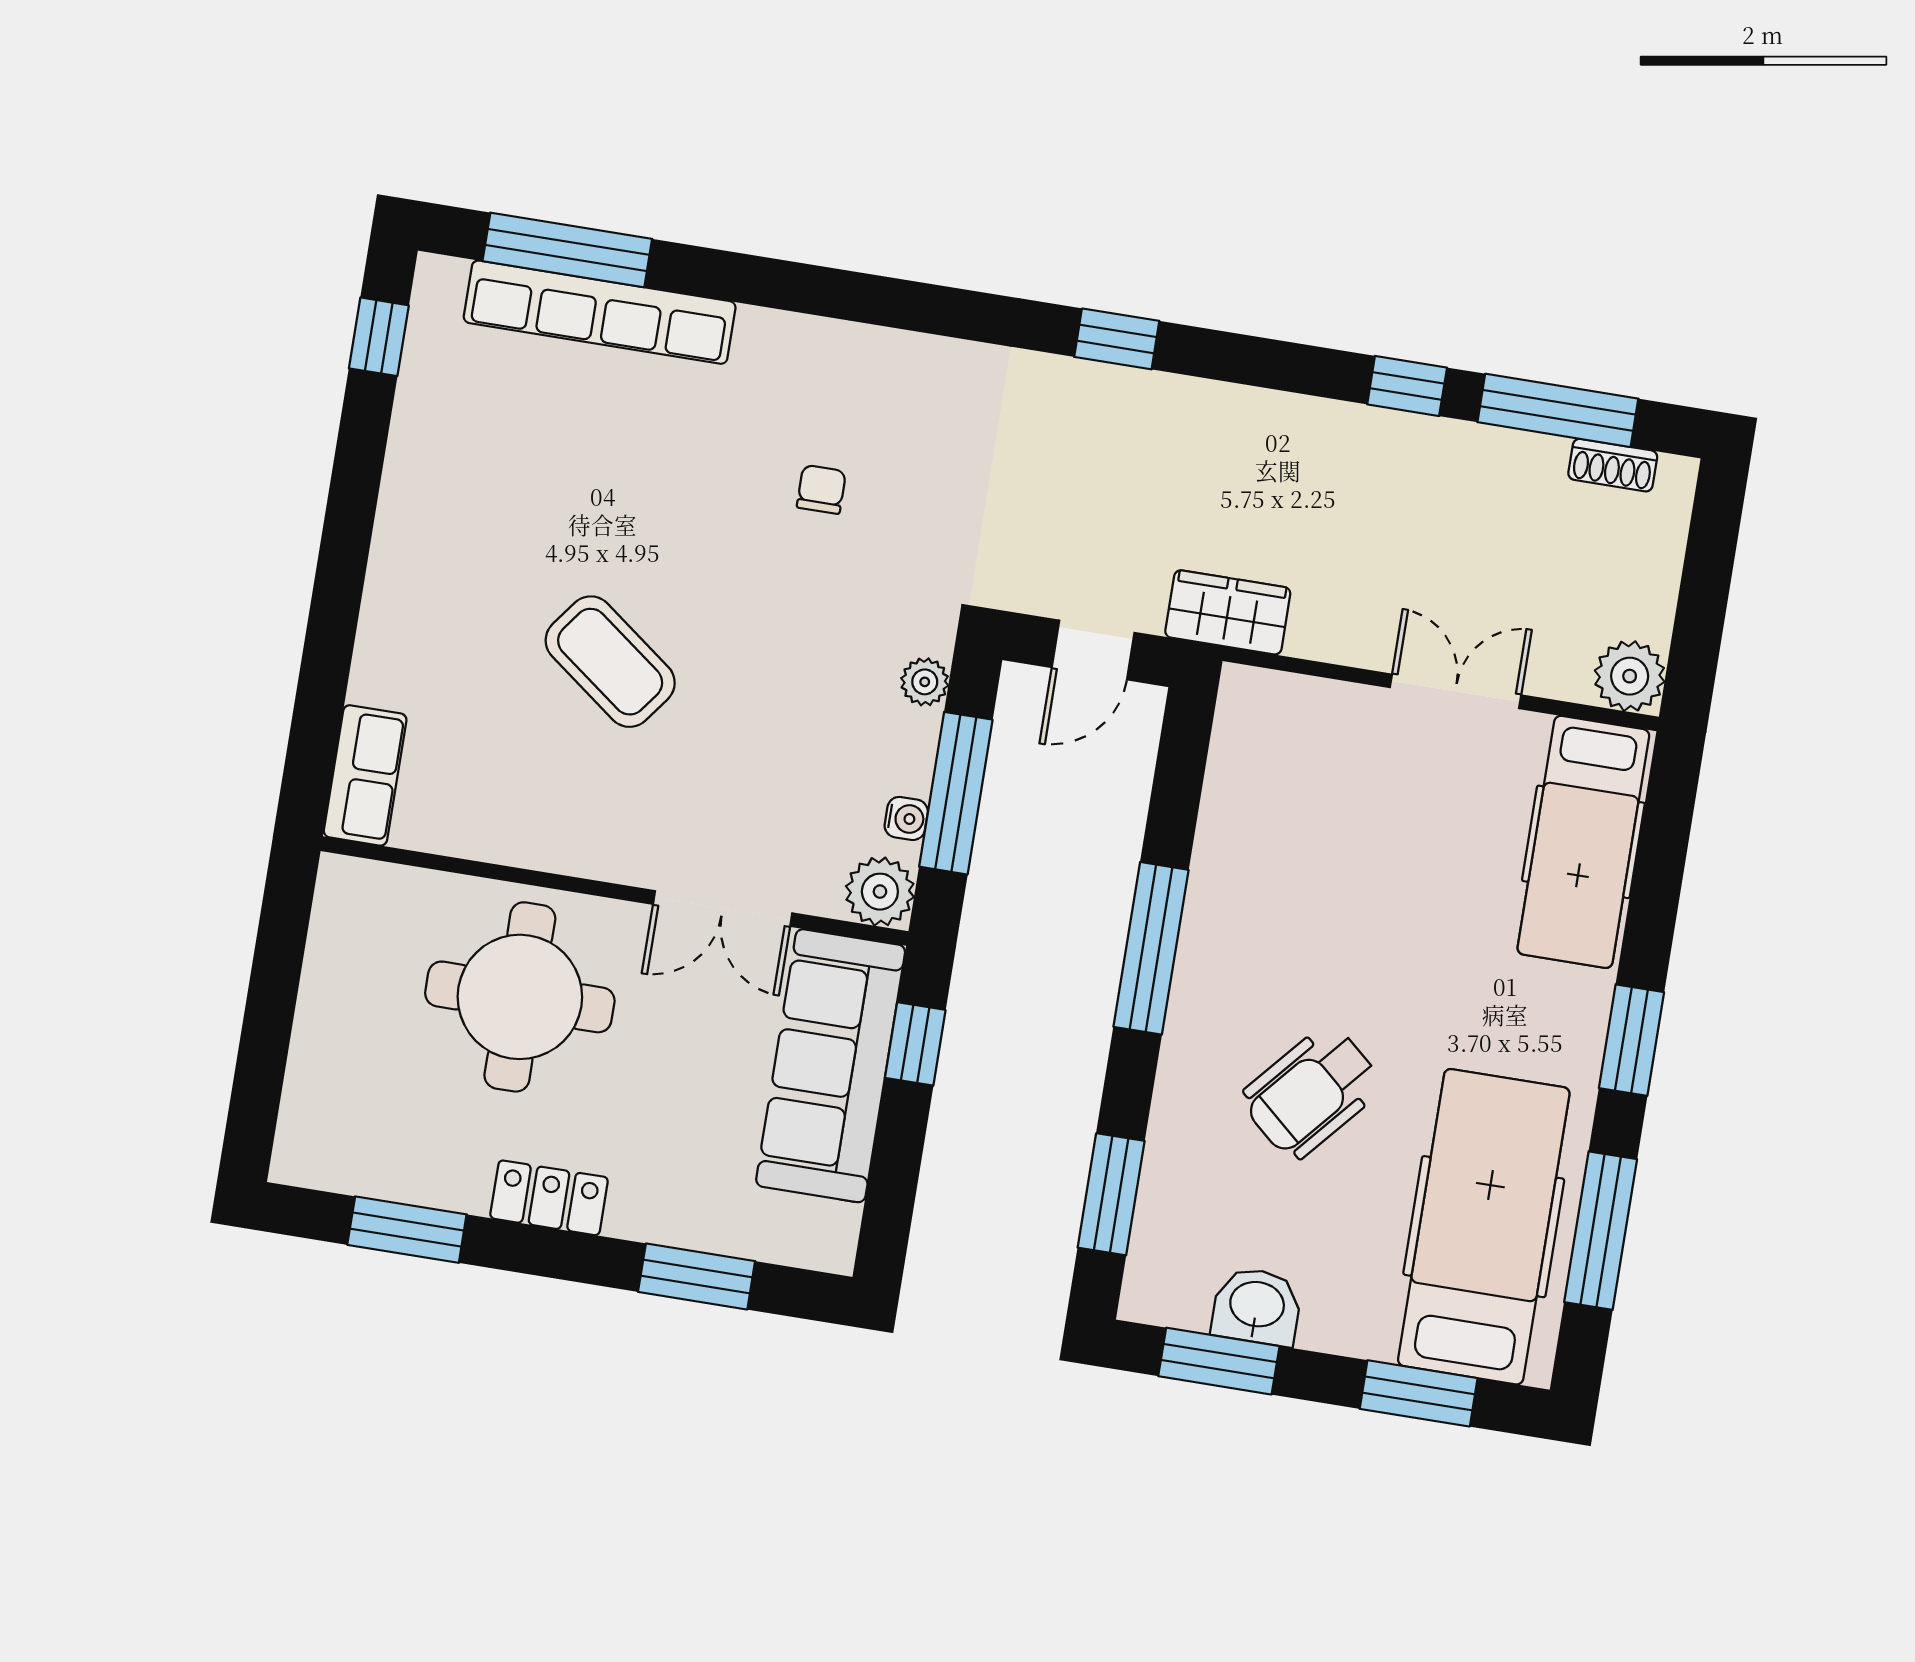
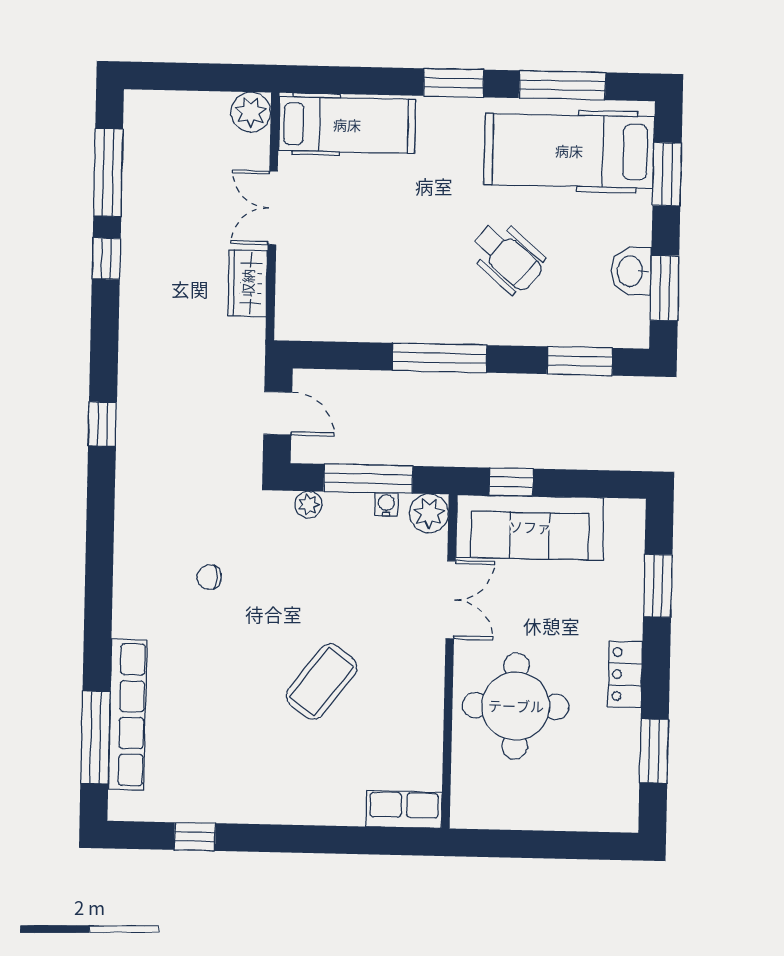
window: (379, 337) -> (195, 837), moved
shoe rack: (1613, 465) -> (134, 138), removed
wardrobe: (1228, 612) -> (248, 283), moved

